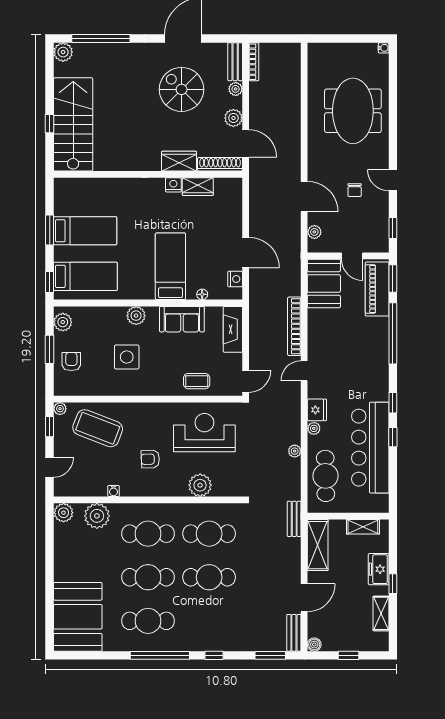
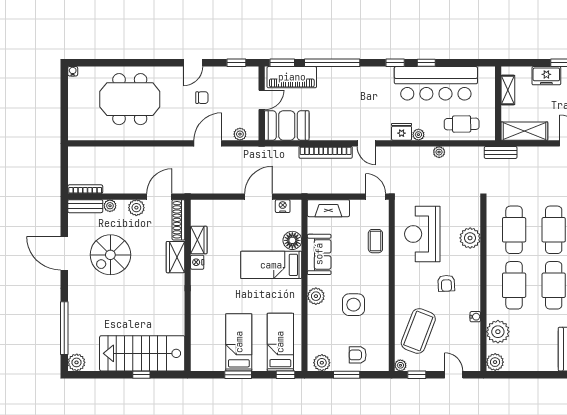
floor lamp: (202, 294) -> (292, 240), width x1.89, depth x1.89
cafe table: (326, 476) -> (462, 124), width x0.73, depth x0.74

